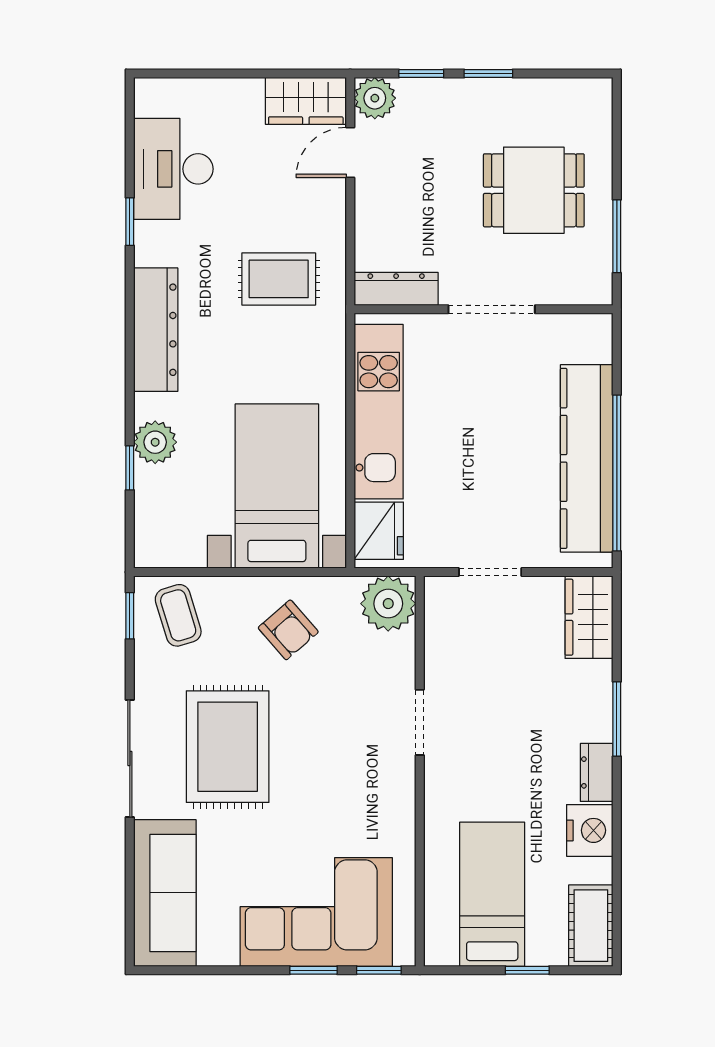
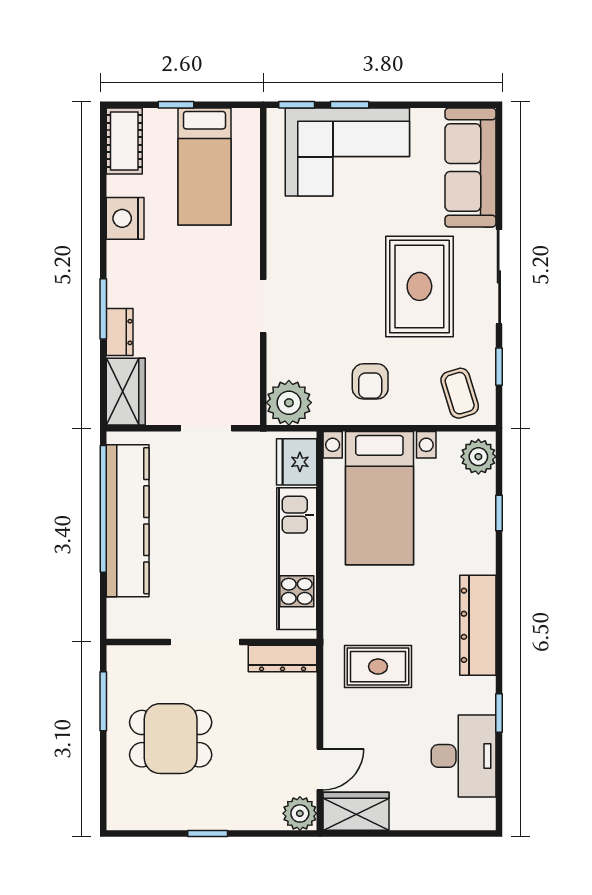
window: (421, 74) -> (262, 833), removed
plant: (155, 442) -> (478, 457), moved
window: (130, 616) -> (499, 367), moved
armchair: (288, 630) -> (370, 381), turned -139
dresser: (597, 772) -> (120, 332), moved

